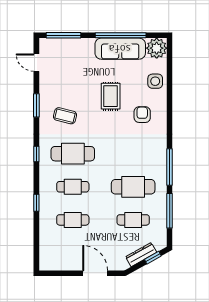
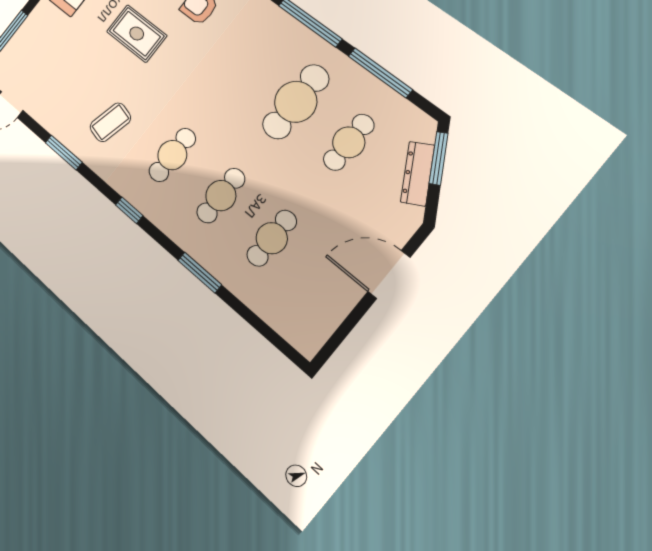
cafe table: (73, 154) -> (172, 155), width x0.73, depth x0.74
window: (36, 203) -> (200, 272), width x1.50
window: (153, 258) -> (439, 158), width x1.50

